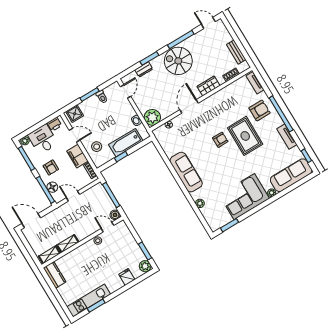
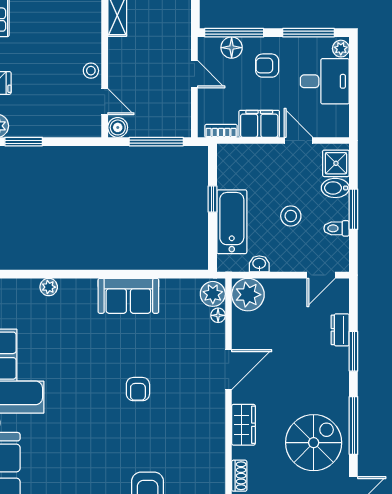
spiral stairs: (178, 61) -> (314, 443), moved
door: (126, 91) -> (321, 275), hinge flipped
door: (189, 106) -> (229, 370), hinge flipped
bidet: (85, 108) -> (335, 188), added
printer: (54, 124) -> (339, 117), removed
plant: (161, 132) -> (213, 294), added
door: (74, 135) -> (299, 141), swing flipped
rug: (245, 136) -> (118, 436), removed
stool: (97, 147) -> (291, 216), moved
sofa: (186, 172) -> (128, 296), width x0.73
door: (73, 196) -> (194, 74), hinge flipped
door: (107, 227) -> (105, 102), hinge flipped

